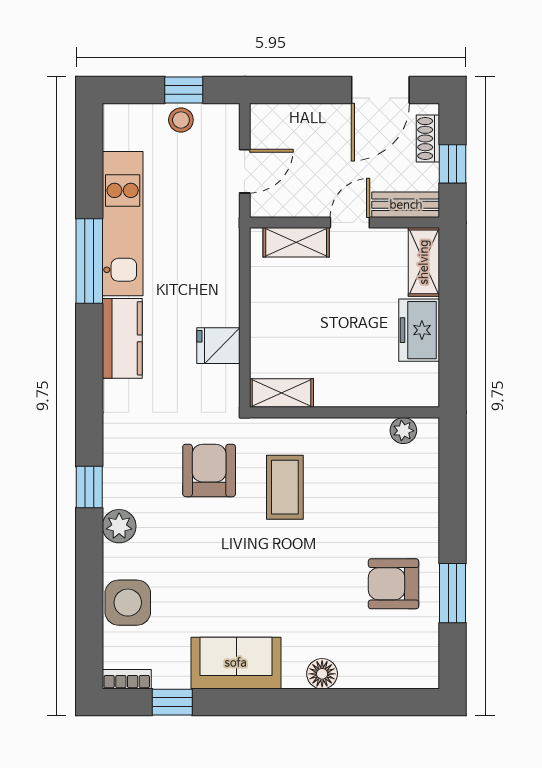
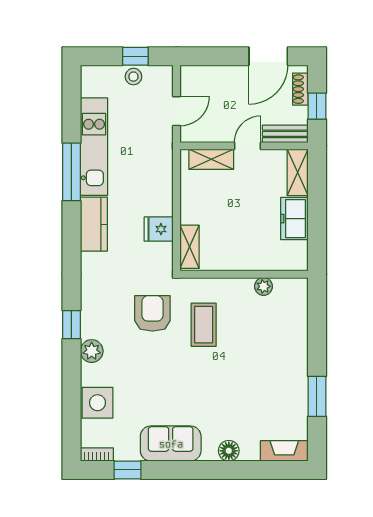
shelving: (282, 393) -> (190, 247), moved, turned 90
plant: (403, 431) -> (264, 286), moved
armchair: (394, 584) -> (277, 390), removed
fireplace: (404, 674) -> (284, 451), added

